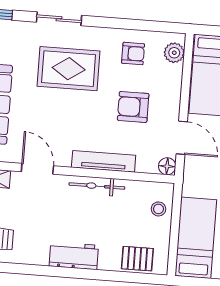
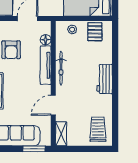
floor lamp: (167, 166) -> (46, 40), moved
pallet: (137, 259) -> (95, 32), moved

